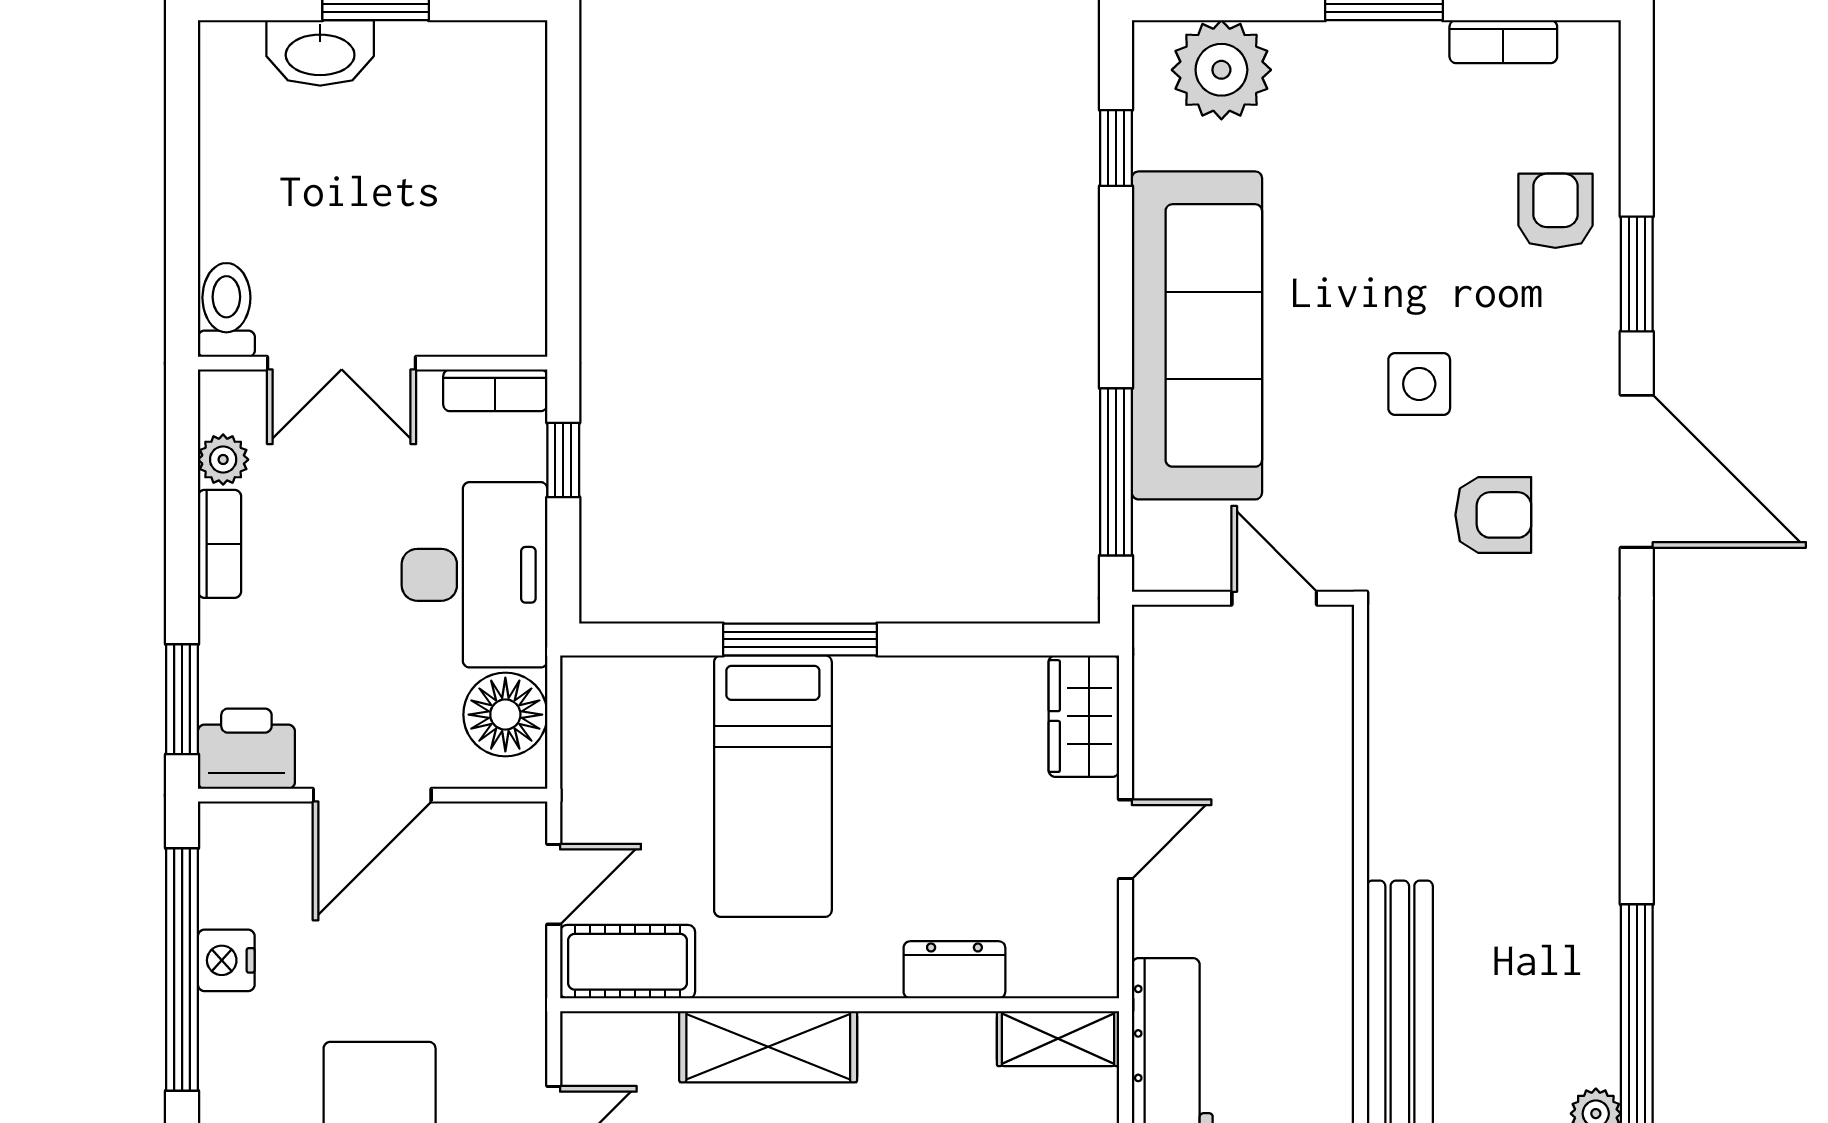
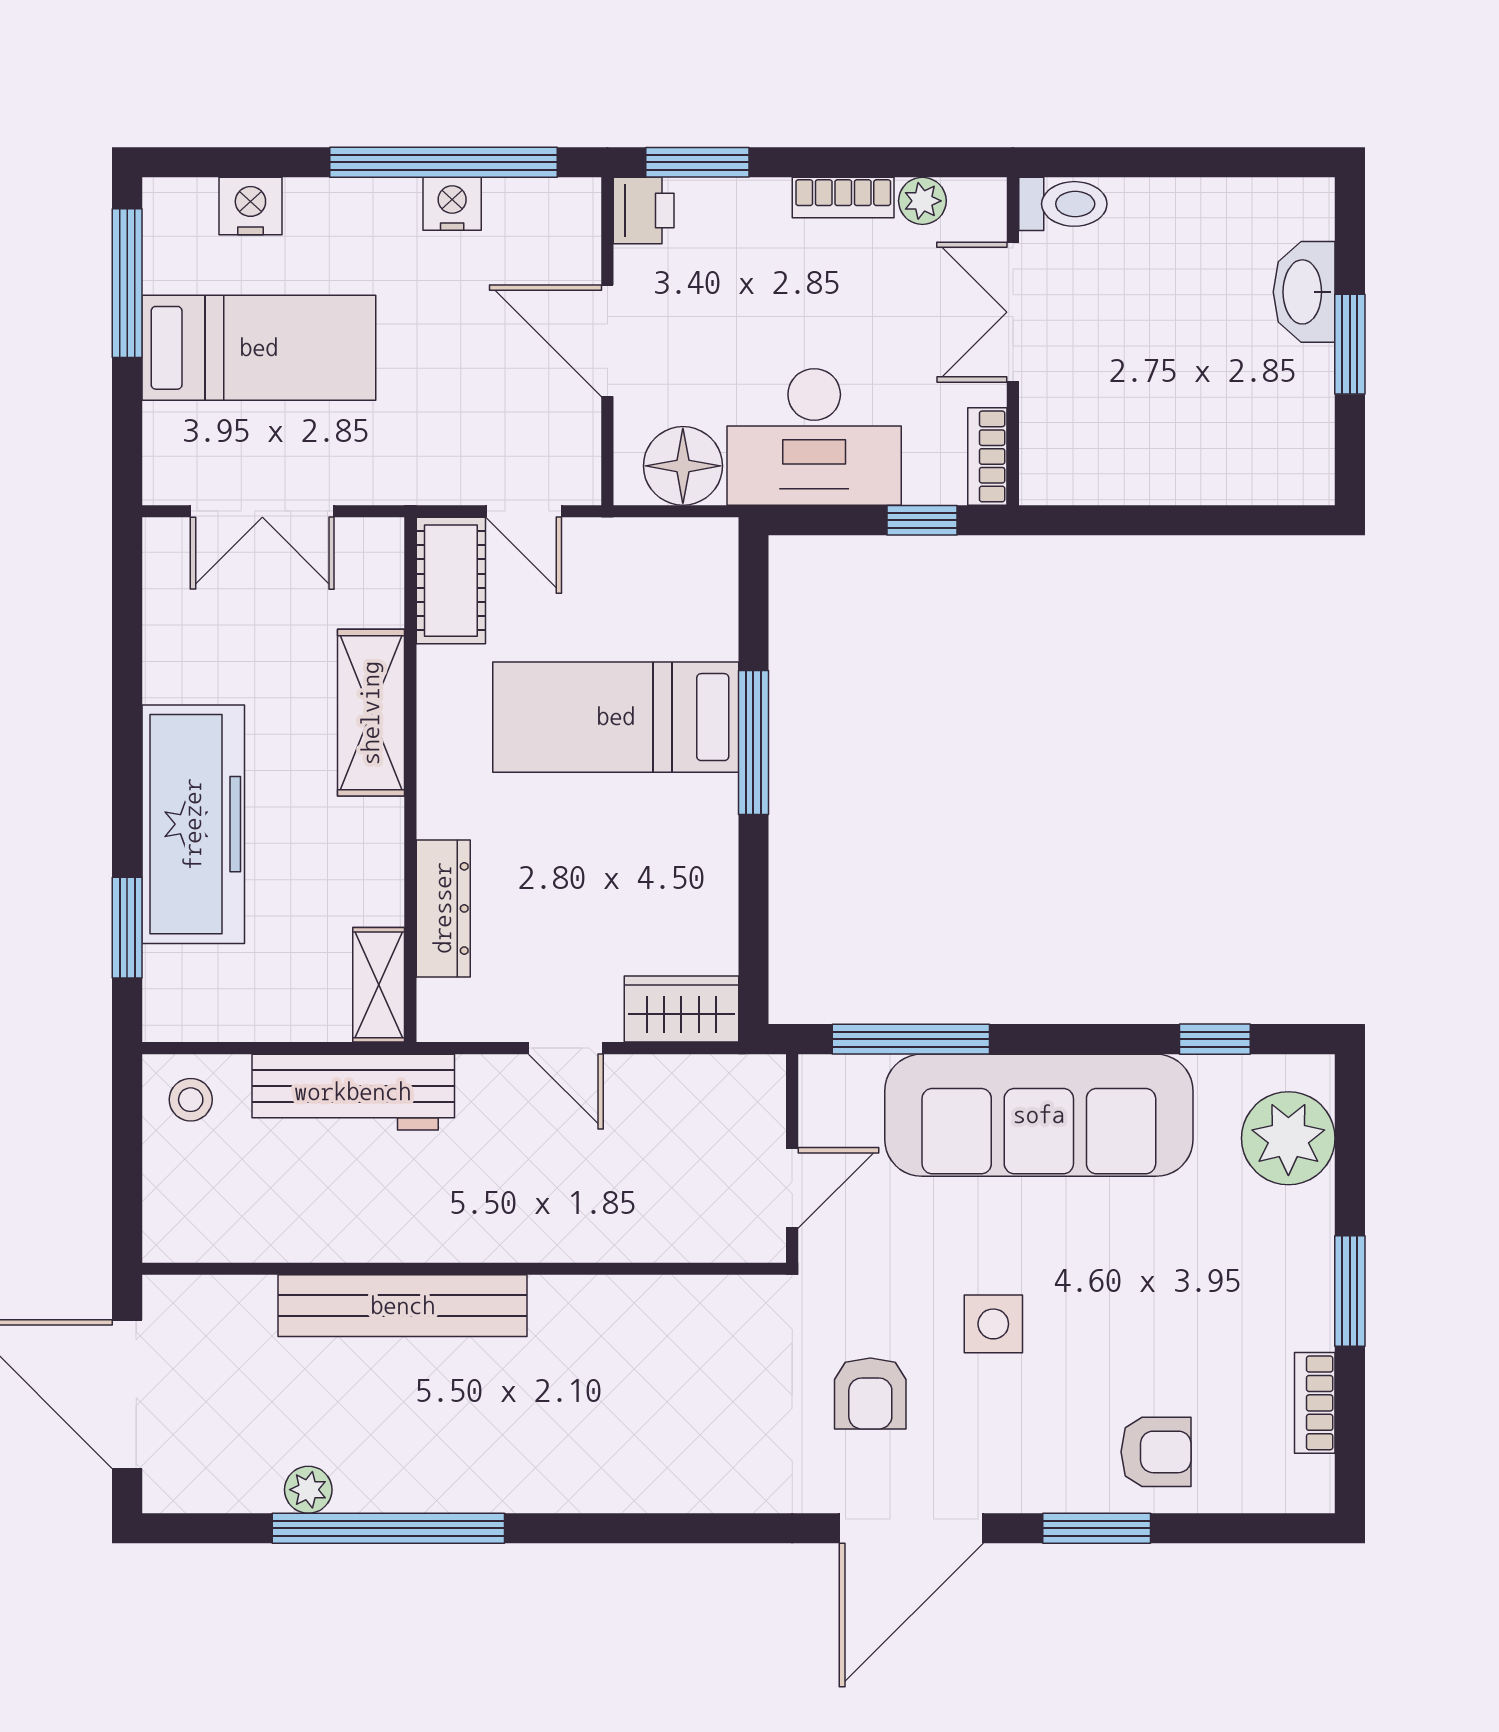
printer: (246, 749) -> (644, 211), width x0.73, depth x0.81
dresser: (954, 970) -> (443, 908), width x1.44

